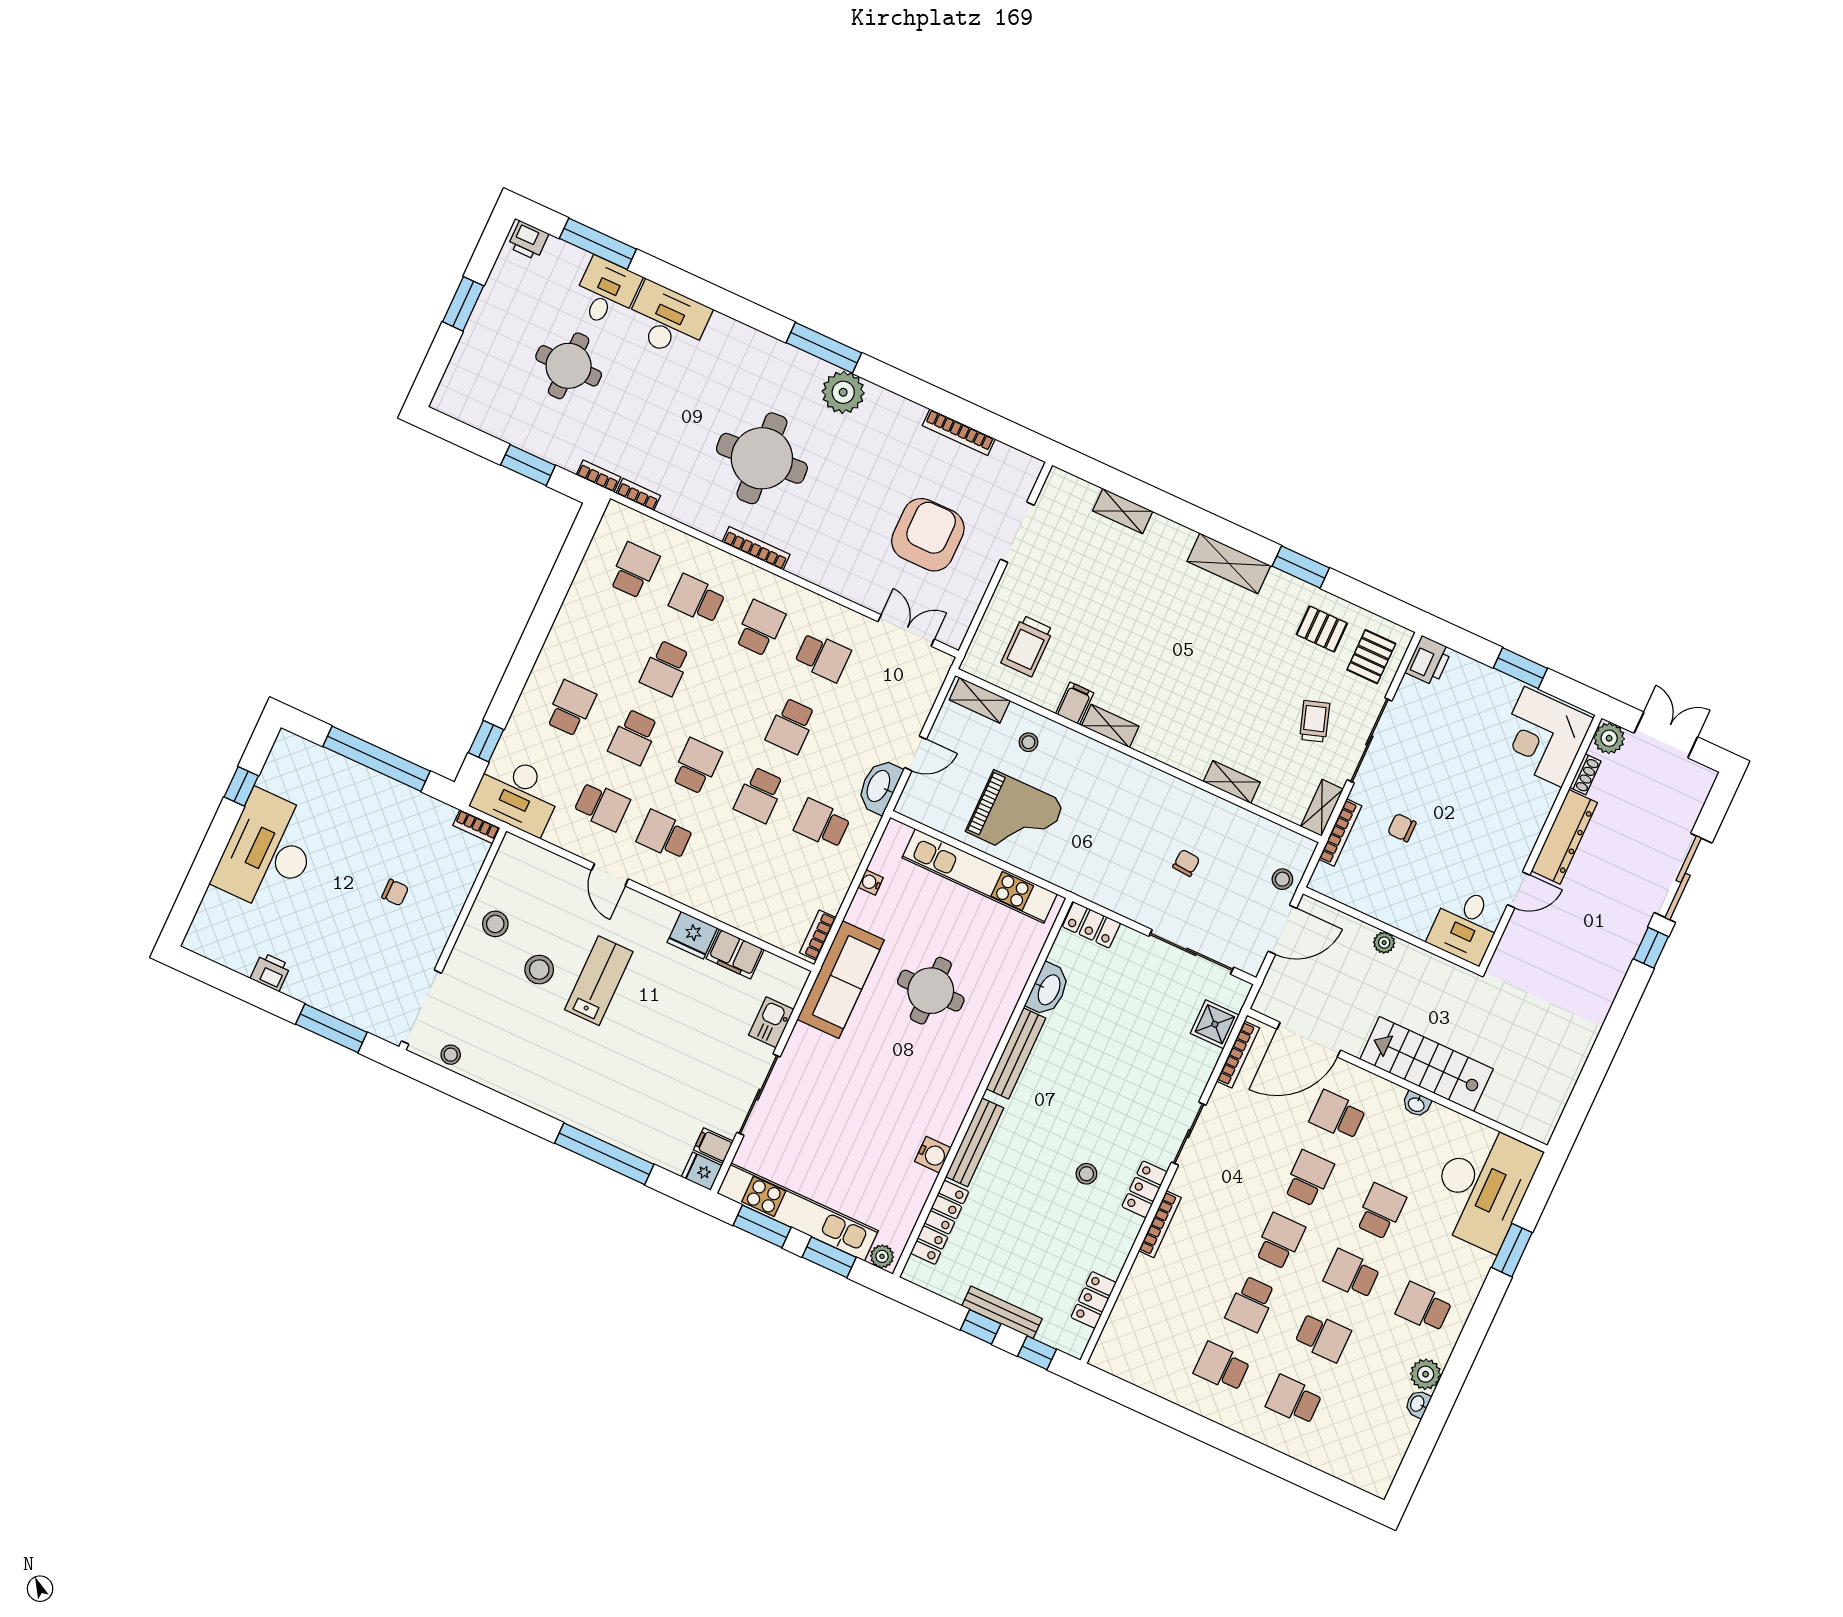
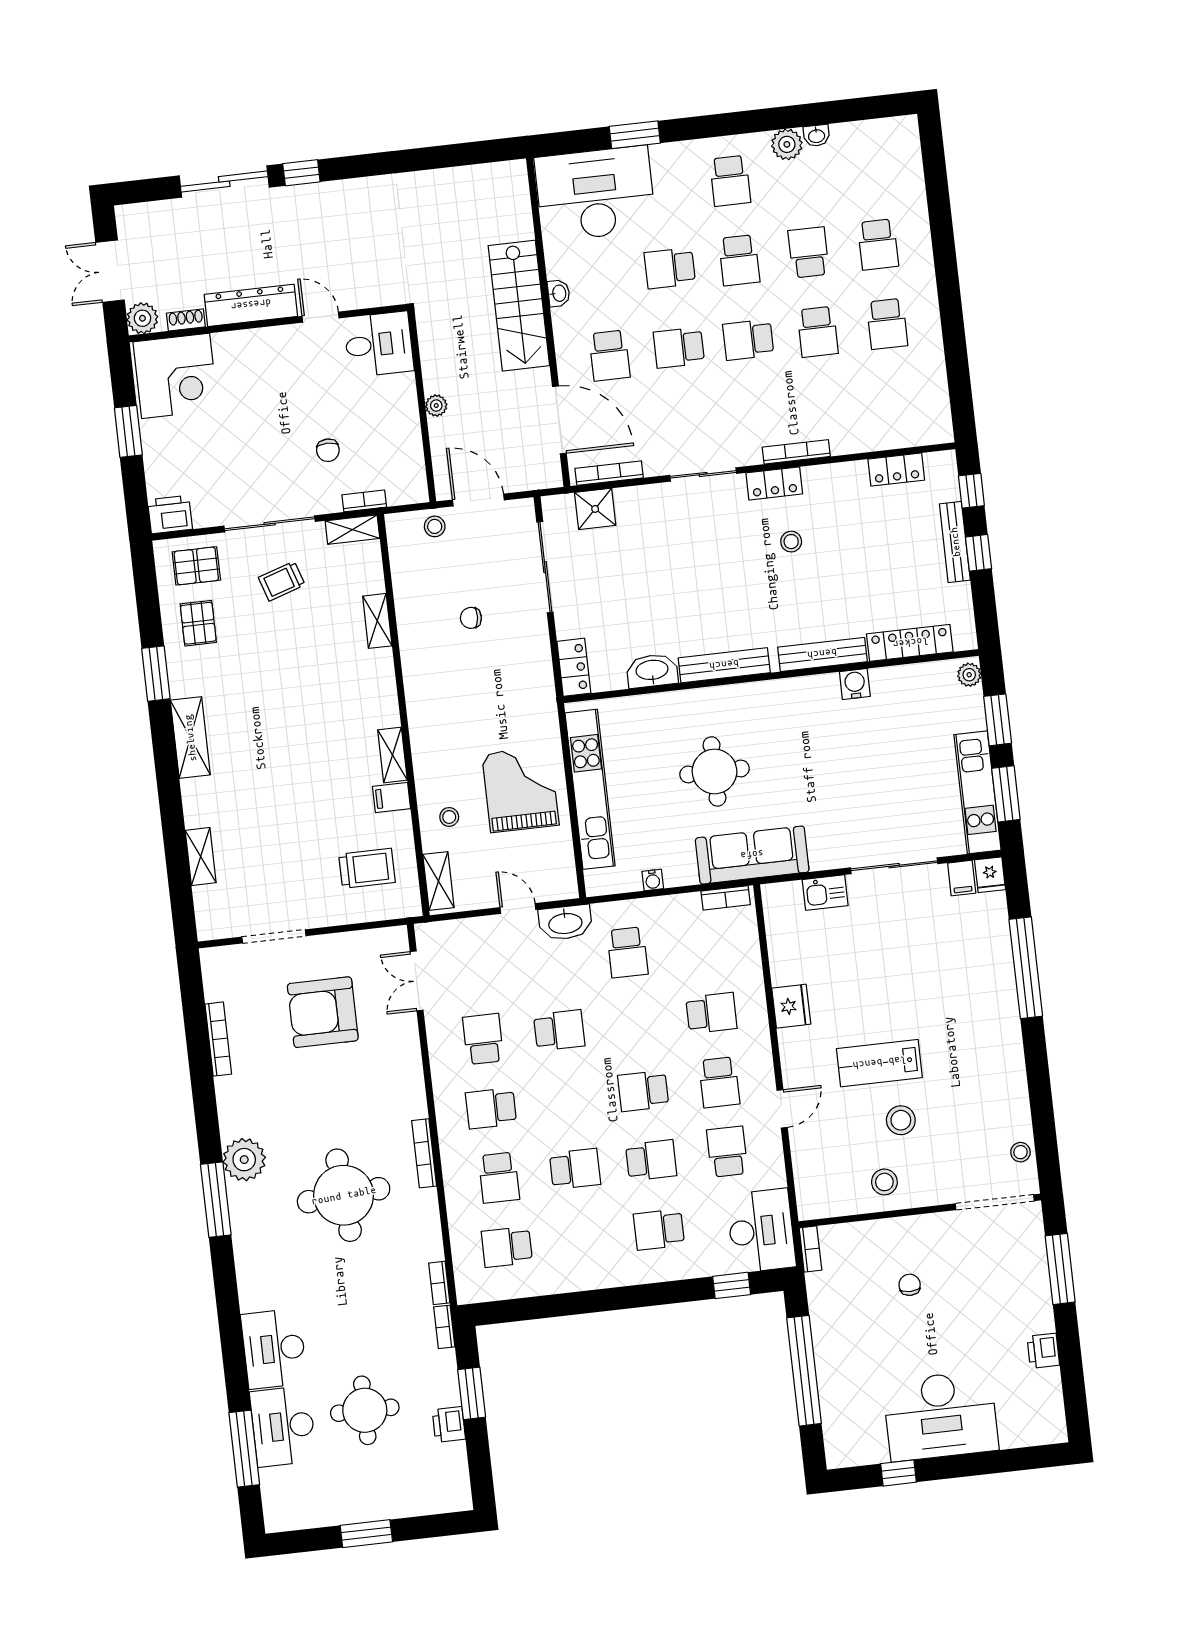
printer: (528, 240) -> (449, 1425), moved, turned 180
desk: (606, 293) -> (283, 1426), width x1.37
school desk: (759, 795) -> (711, 1013), moved
bookcase: (1340, 832) -> (364, 501), width x0.64
filing cabinet: (735, 954) -> (785, 959), removed
kitchen unit: (798, 1212) -> (977, 792), width x0.73
school desk: (1251, 1304) -> (818, 332), turned 90

